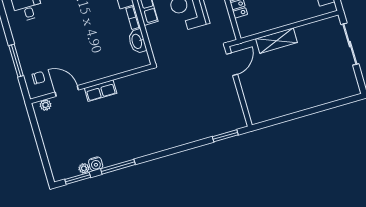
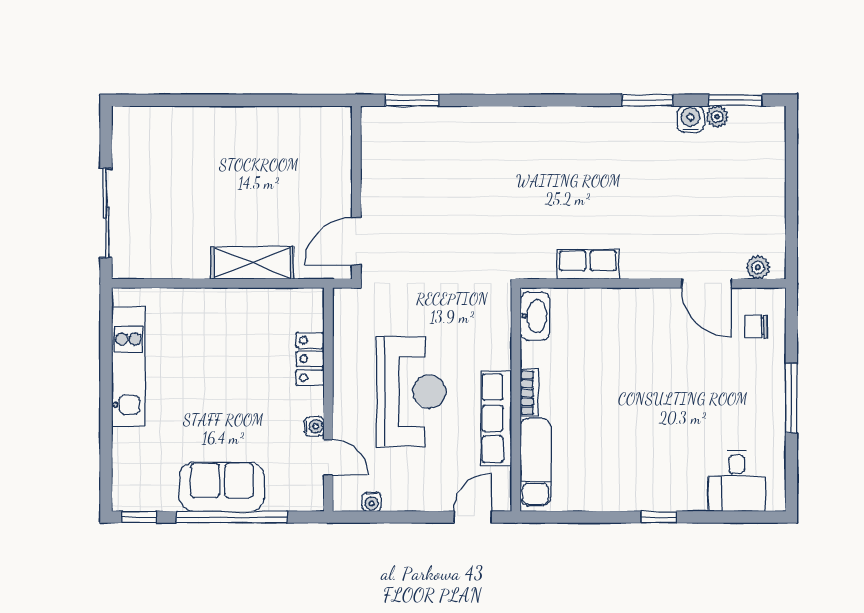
washbasin: (137, 41) -> (535, 316), moved
window: (16, 61) -> (791, 398), moved
row of seats: (101, 91) -> (588, 264), moved
window: (118, 167) -> (647, 100), width x0.69

